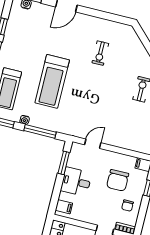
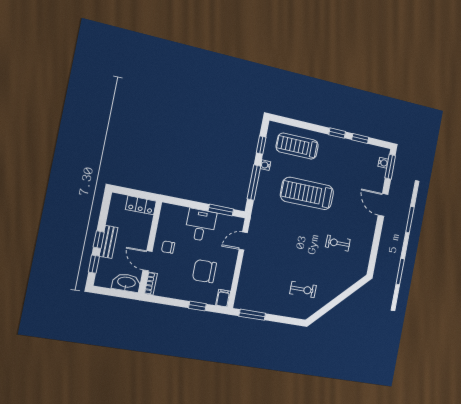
door: (93, 144) -> (243, 241), swing flipped
chair: (127, 206) -> (168, 247), moved
filing cabinet: (64, 207) -> (172, 213), removed

